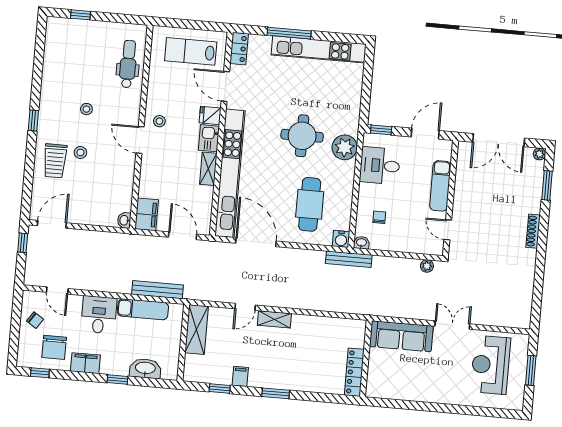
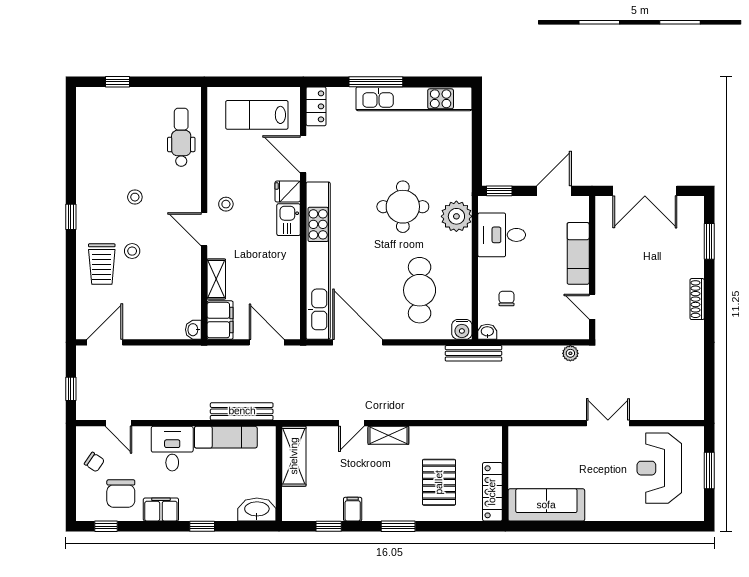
plant: (539, 154) -> (697, 203), removed
shelving: (208, 169) -> (216, 279), moved
window: (23, 243) -> (71, 389), moved
sofa: (401, 336) -> (546, 505), moved, turned 180
pallet: (312, 361) -> (439, 482), added
washbasin: (145, 368) -> (257, 510), moved

